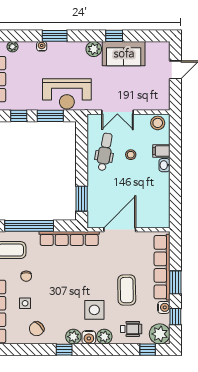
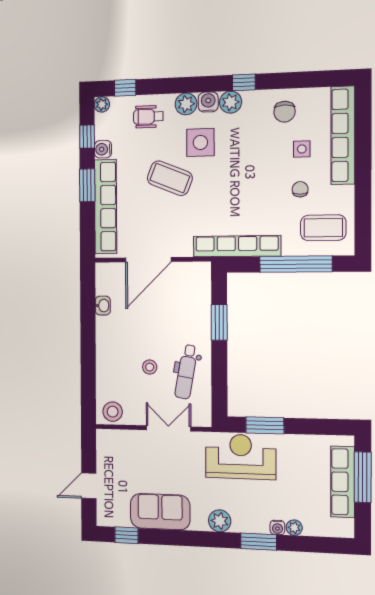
window: (114, 36) -> (127, 535), moved
plant: (12, 47) -> (294, 528), moved
plant: (94, 49) -> (220, 521), moved
window: (19, 116) -> (311, 426), removed
filing cabinet: (161, 151) -> (107, 372), removed
washbasin: (164, 165) -> (103, 306), moved
window: (82, 199) -> (219, 322), moved
door: (120, 230) -> (148, 260), moved
coffee table: (127, 290) -> (170, 178), moved, turned -67
chair: (37, 329) -> (285, 112), turned 133
plant: (160, 334) -> (102, 104), width x0.53, depth x0.53

